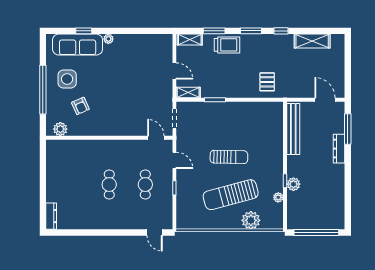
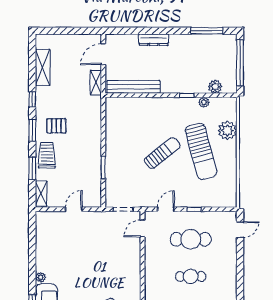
pallet: (267, 82) -> (56, 126), moved
shelving: (188, 92) -> (96, 83), moved
window: (348, 129) -> (207, 31), moved
sun lounger: (229, 157) -> (162, 153), turned 51
plant: (293, 184) -> (215, 87), moved
cafe table: (145, 185) -> (191, 239), width x1.37, depth x1.35

